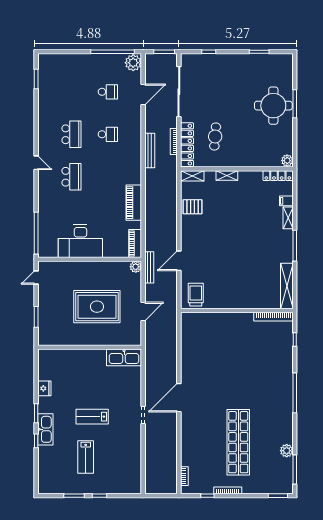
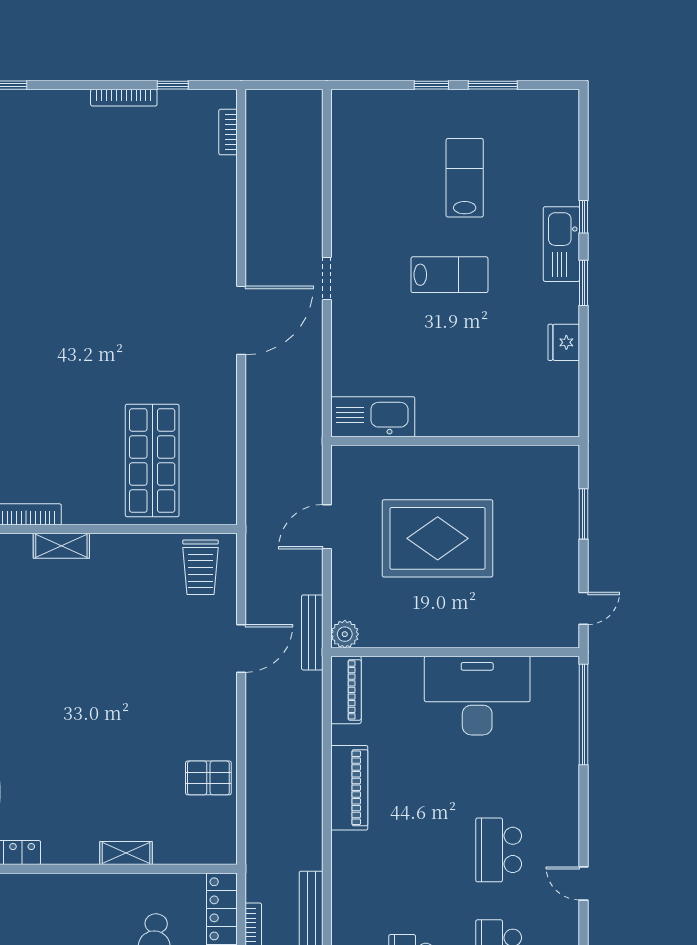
shelving: (192, 176) -> (61, 546), moved
shop shelf: (238, 442) -> (152, 461), moved, width x0.71

